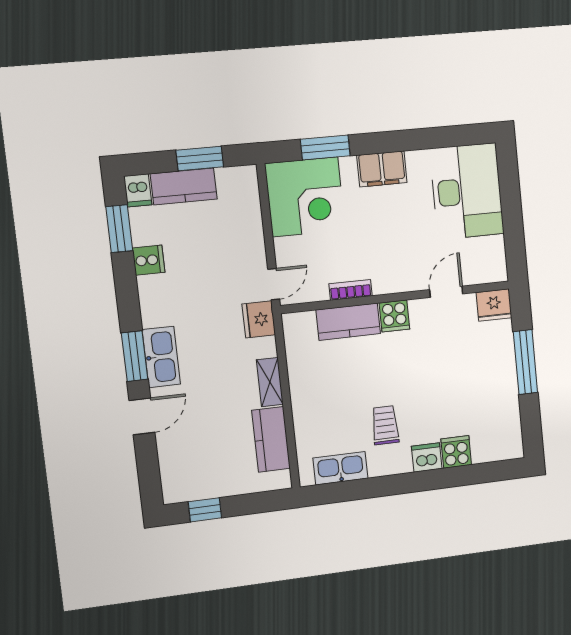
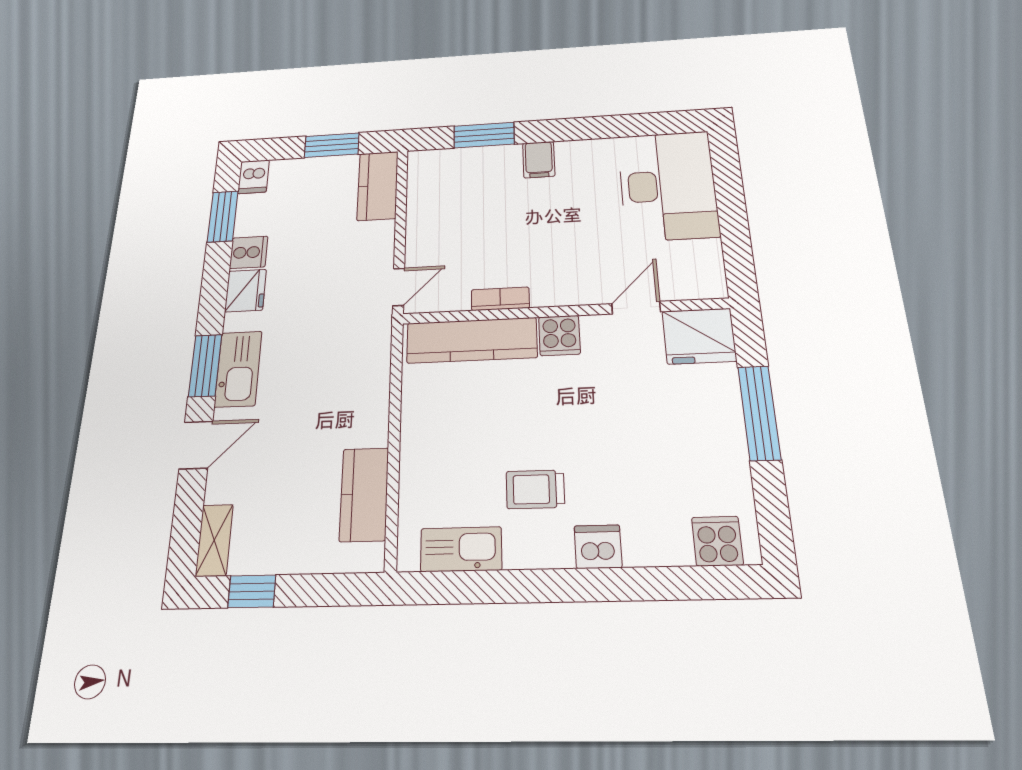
filing cabinet: (382, 169) -> (539, 160), width x0.50
kitchen counter: (184, 186) -> (378, 186), moved, turned 90
corner desk: (305, 197) -> (453, 188), removed
fridge: (494, 305) -> (699, 336), width x1.36, depth x1.34
fridge: (259, 319) -> (246, 291), moved, turned 180
kitchen counter: (348, 322) -> (472, 340), width x1.50
shelving: (270, 382) -> (214, 540), moved
trolley: (385, 425) -> (535, 489), turned -90
cooker: (456, 452) -> (717, 541), moved

